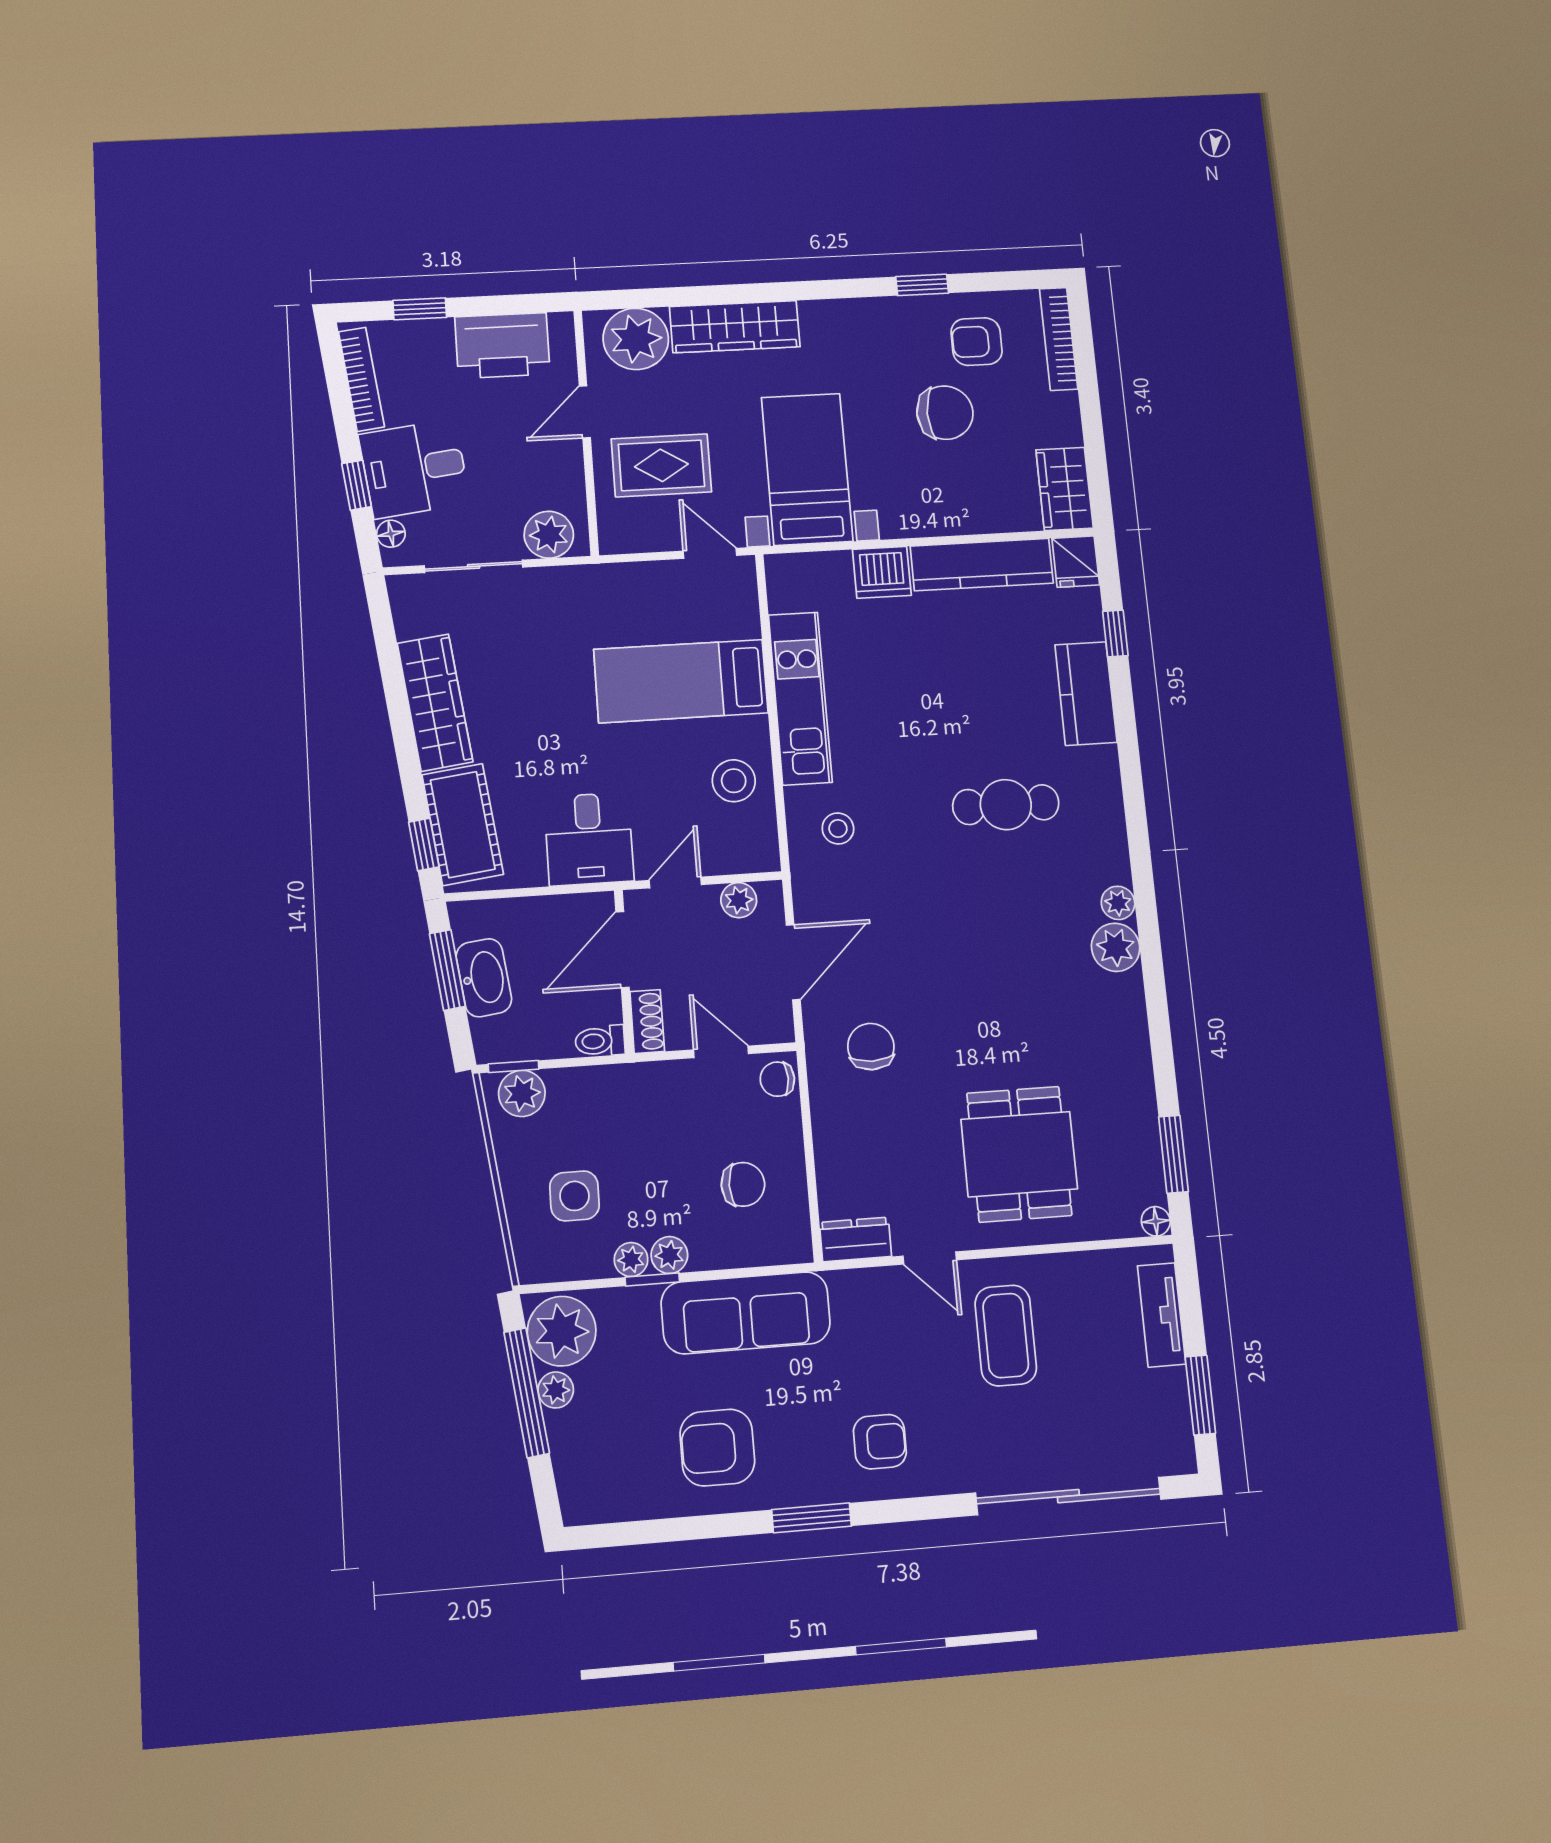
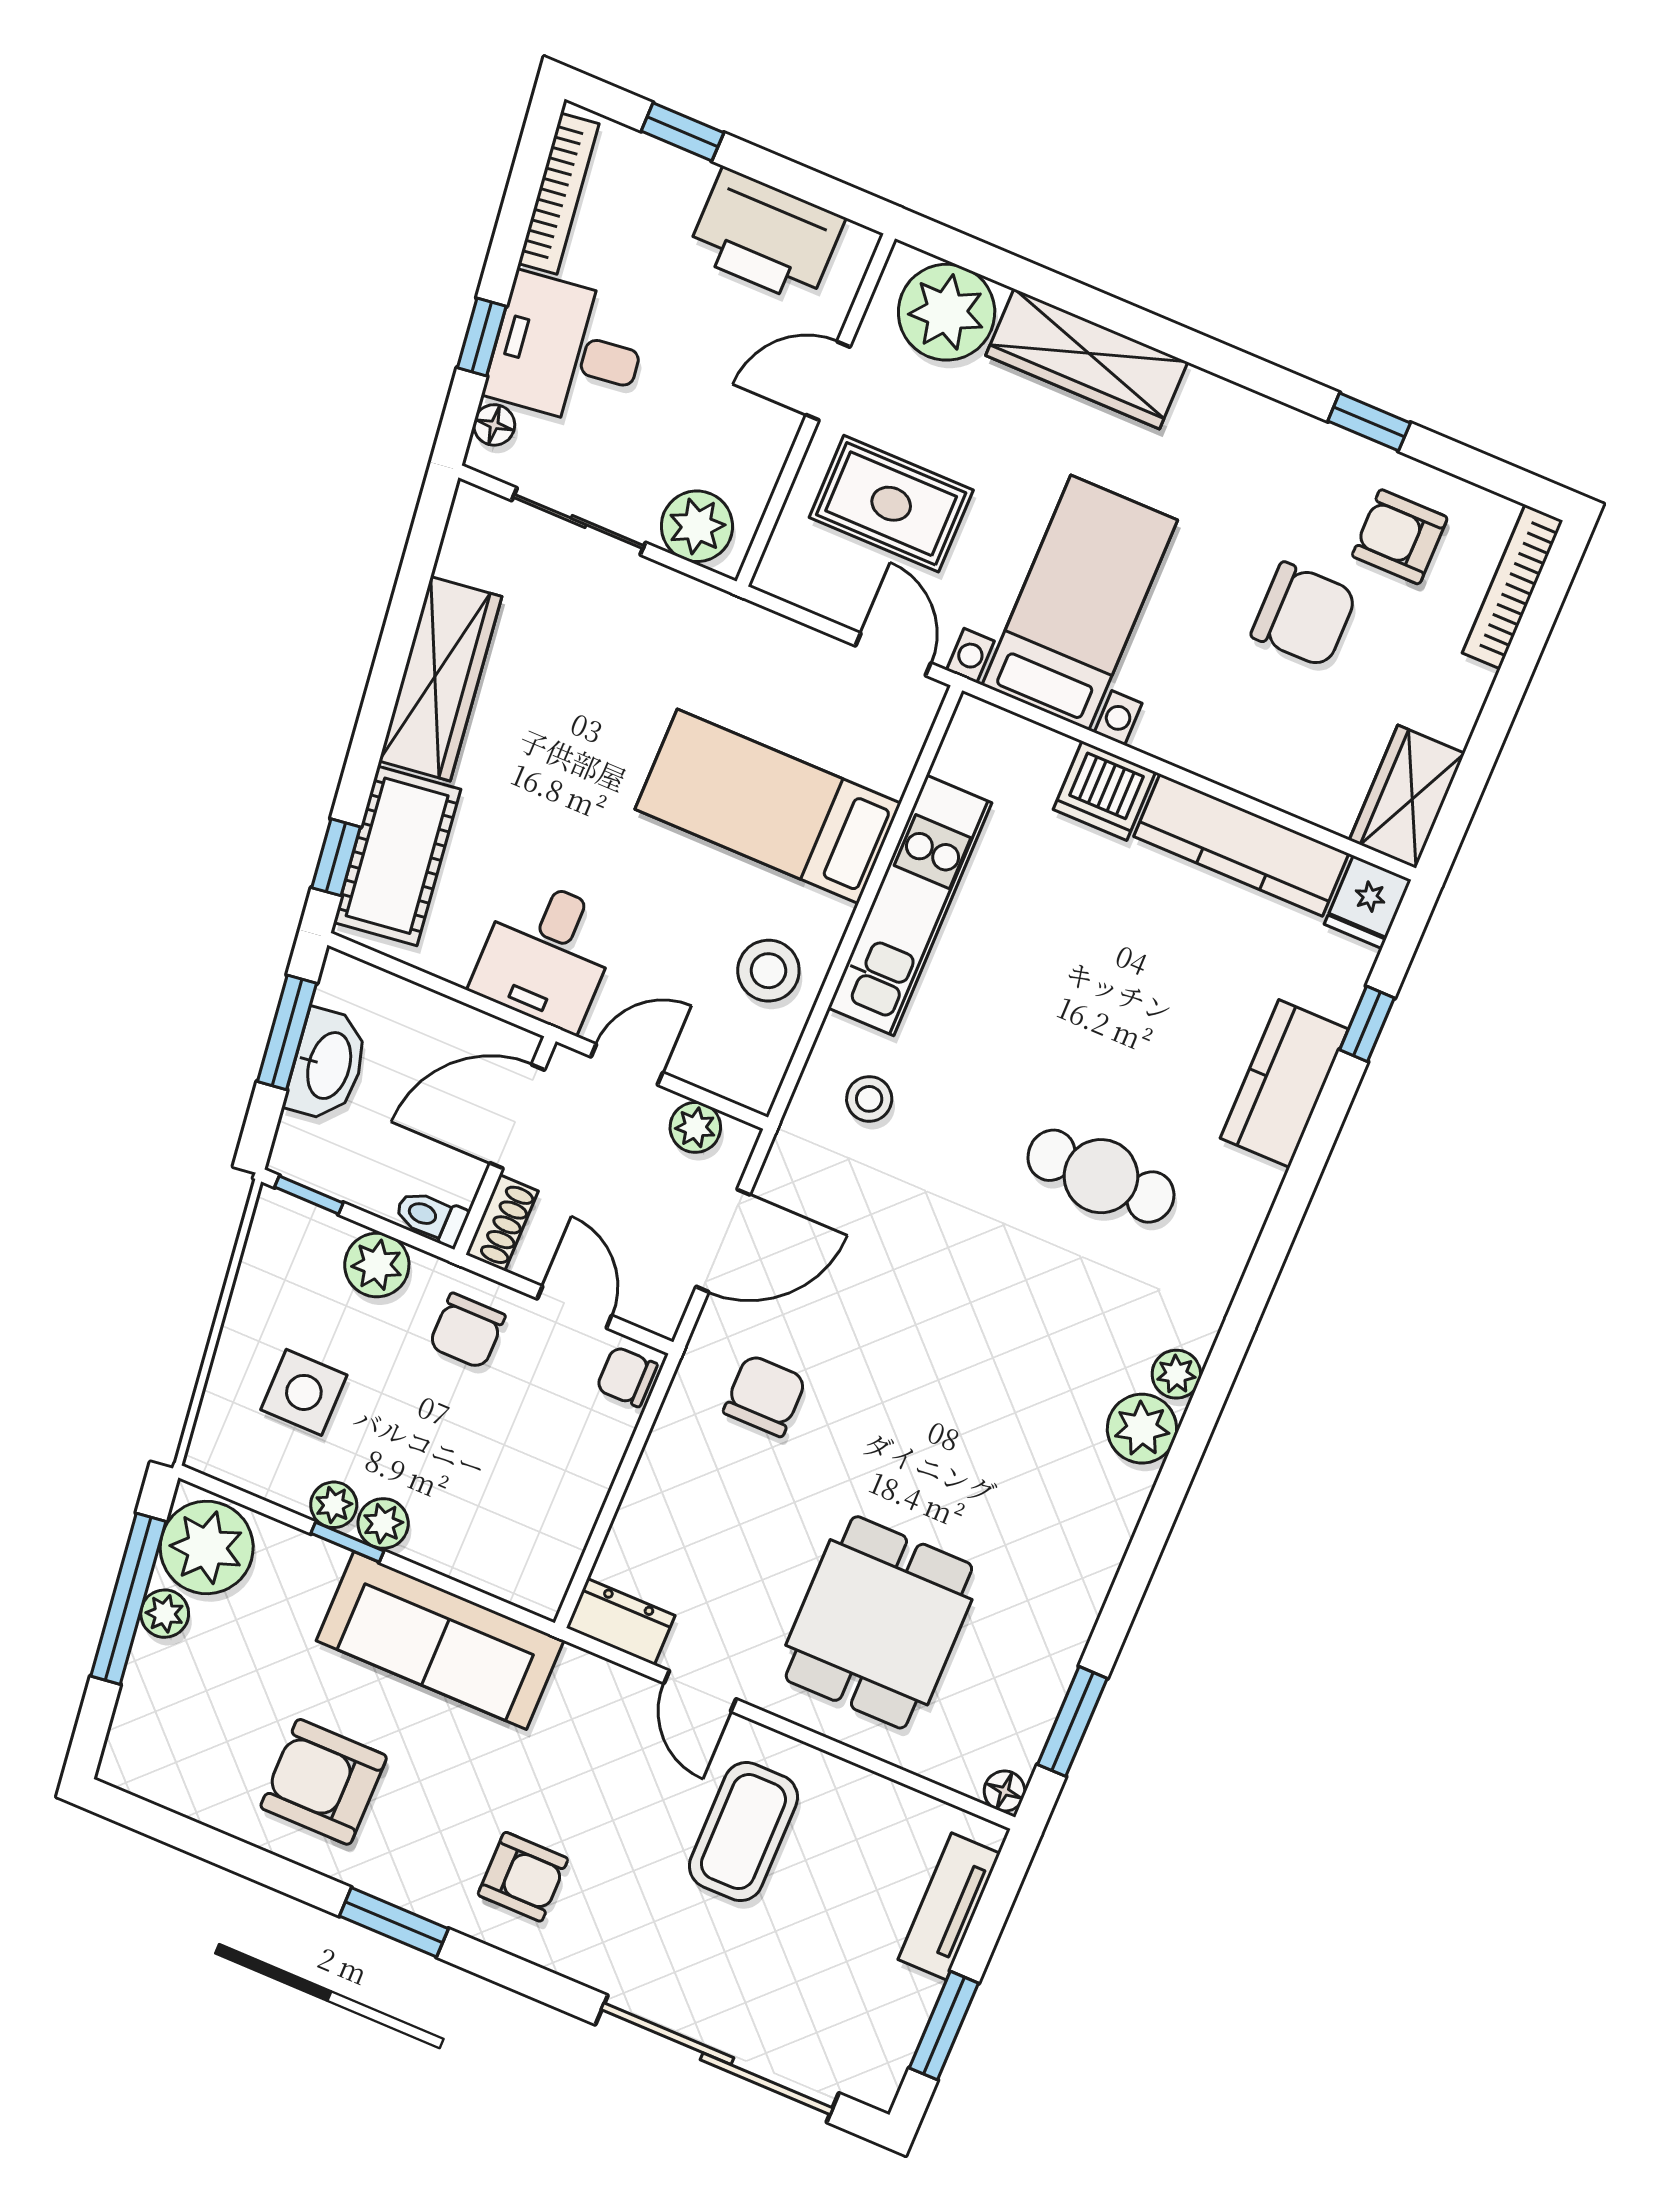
plant: (522, 1093) -> (377, 1265), moved
chair: (743, 1184) -> (467, 1331), moved, turned 90

